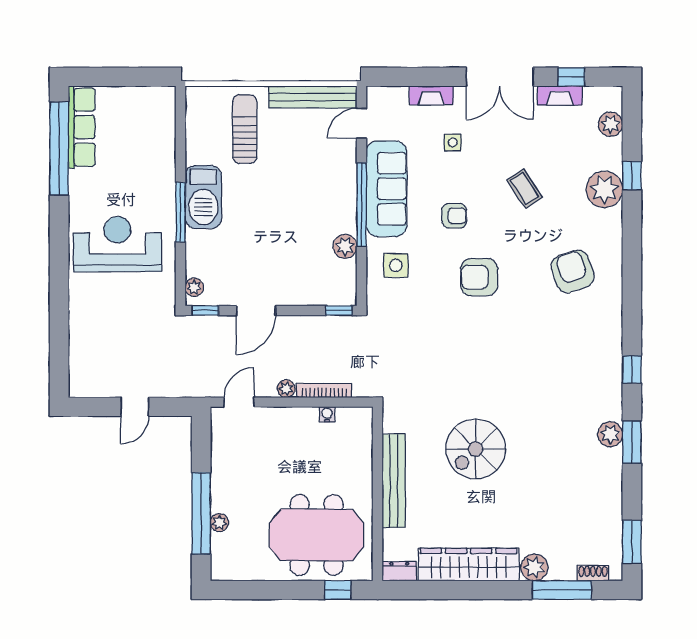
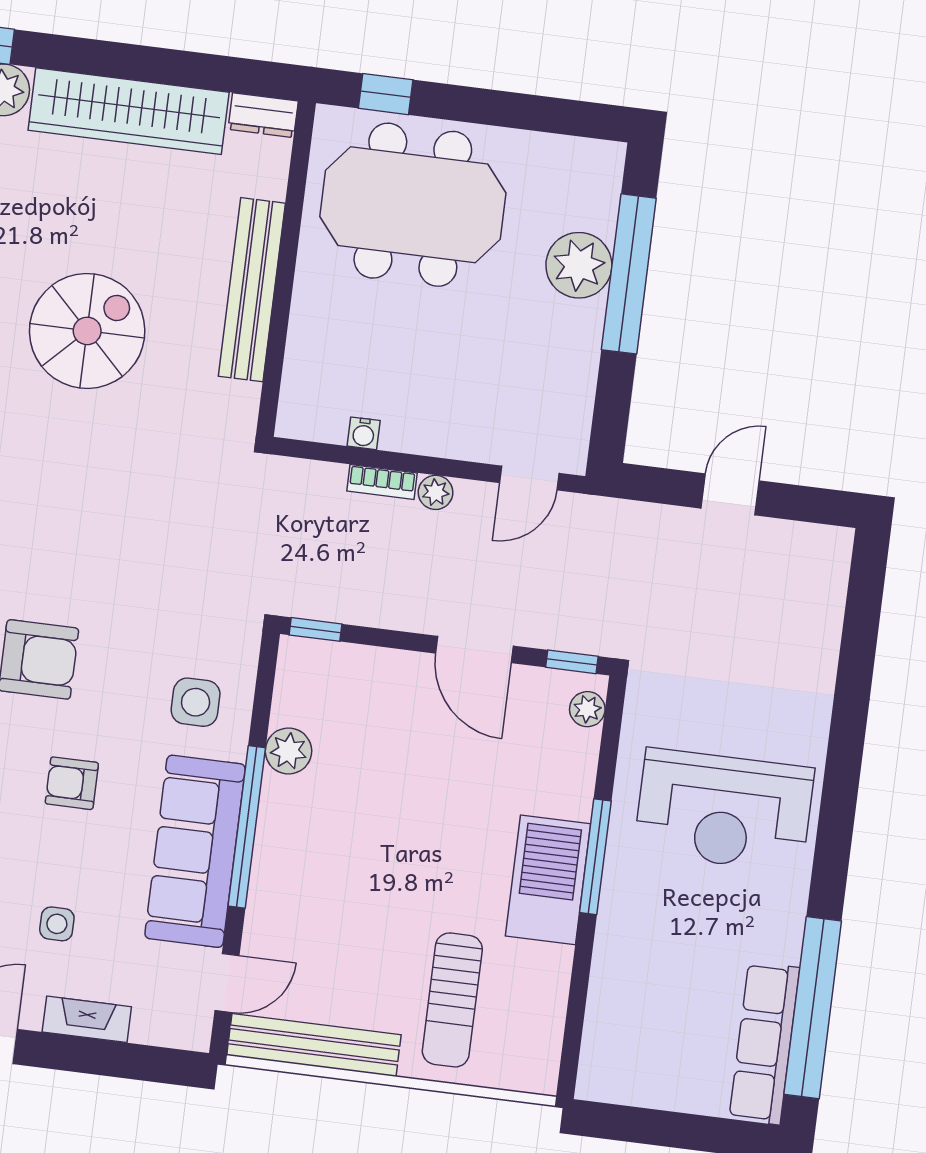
door: (256, 311) -> (474, 650), swing flipped
bookcase: (324, 391) -> (382, 482), width x0.64
plant: (219, 523) -> (579, 265), width x1.87, depth x1.87

